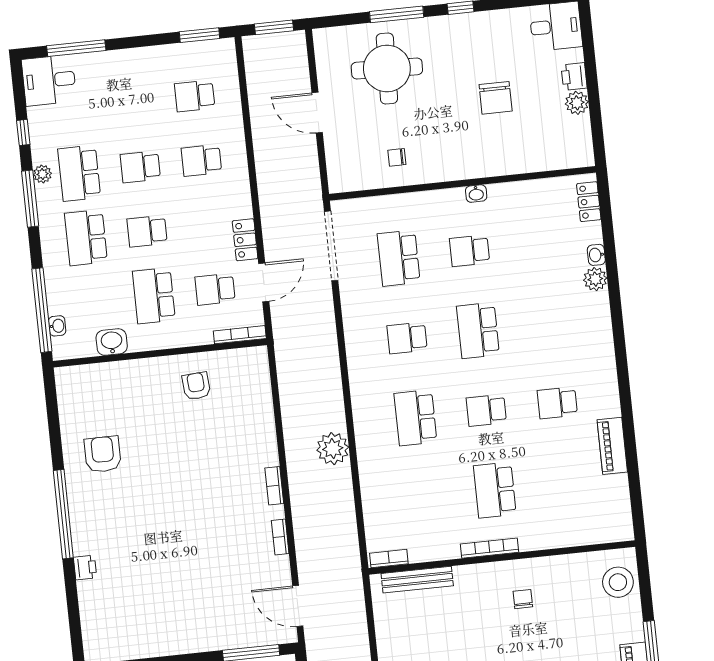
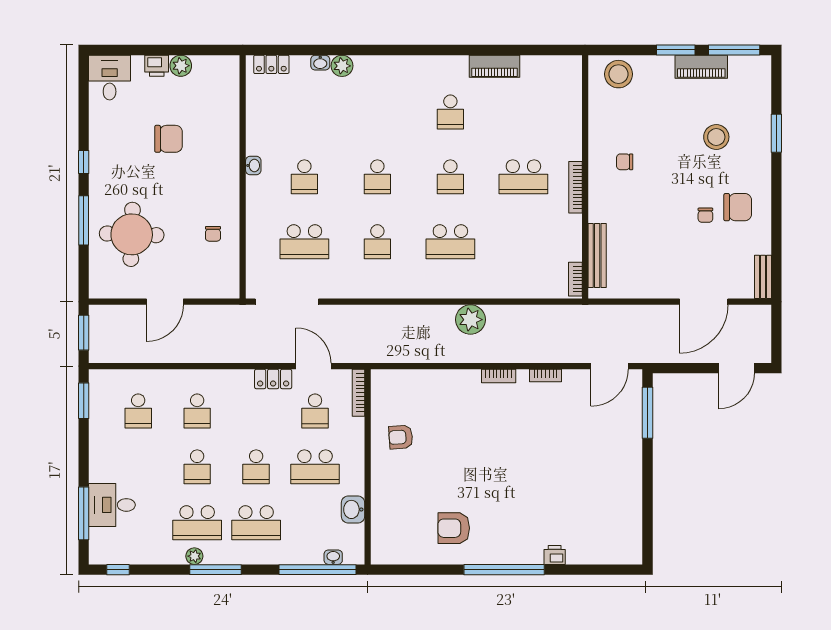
desk: (49, 80) -> (112, 505), moved, turned 90
window: (23, 132) -> (118, 570), moved
school desk: (478, 330) -> (377, 177), width x0.54

